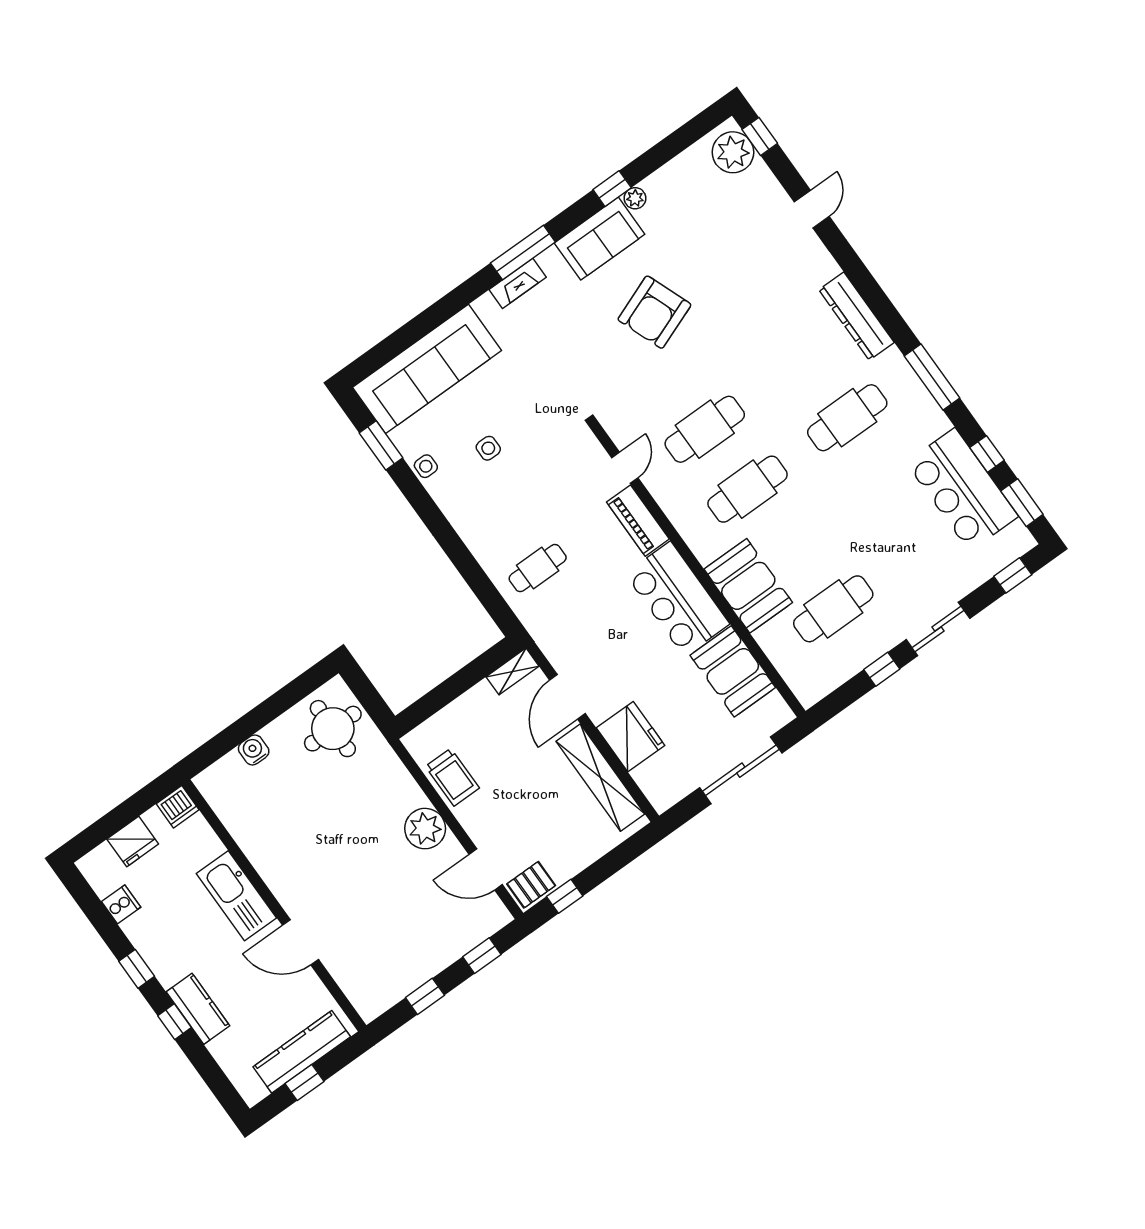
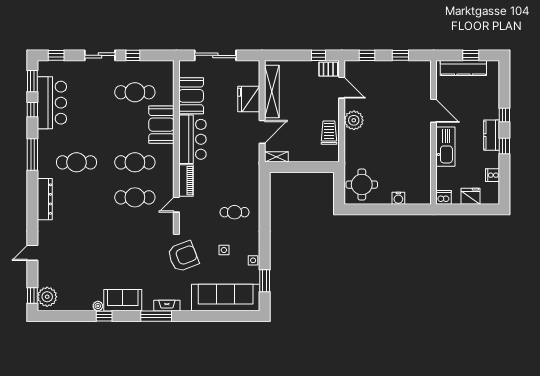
armchair: (654, 312) -> (183, 256), moved
cafe table: (538, 568) -> (235, 212), moved
kitchen counter: (198, 1009) -> (492, 135), moved

